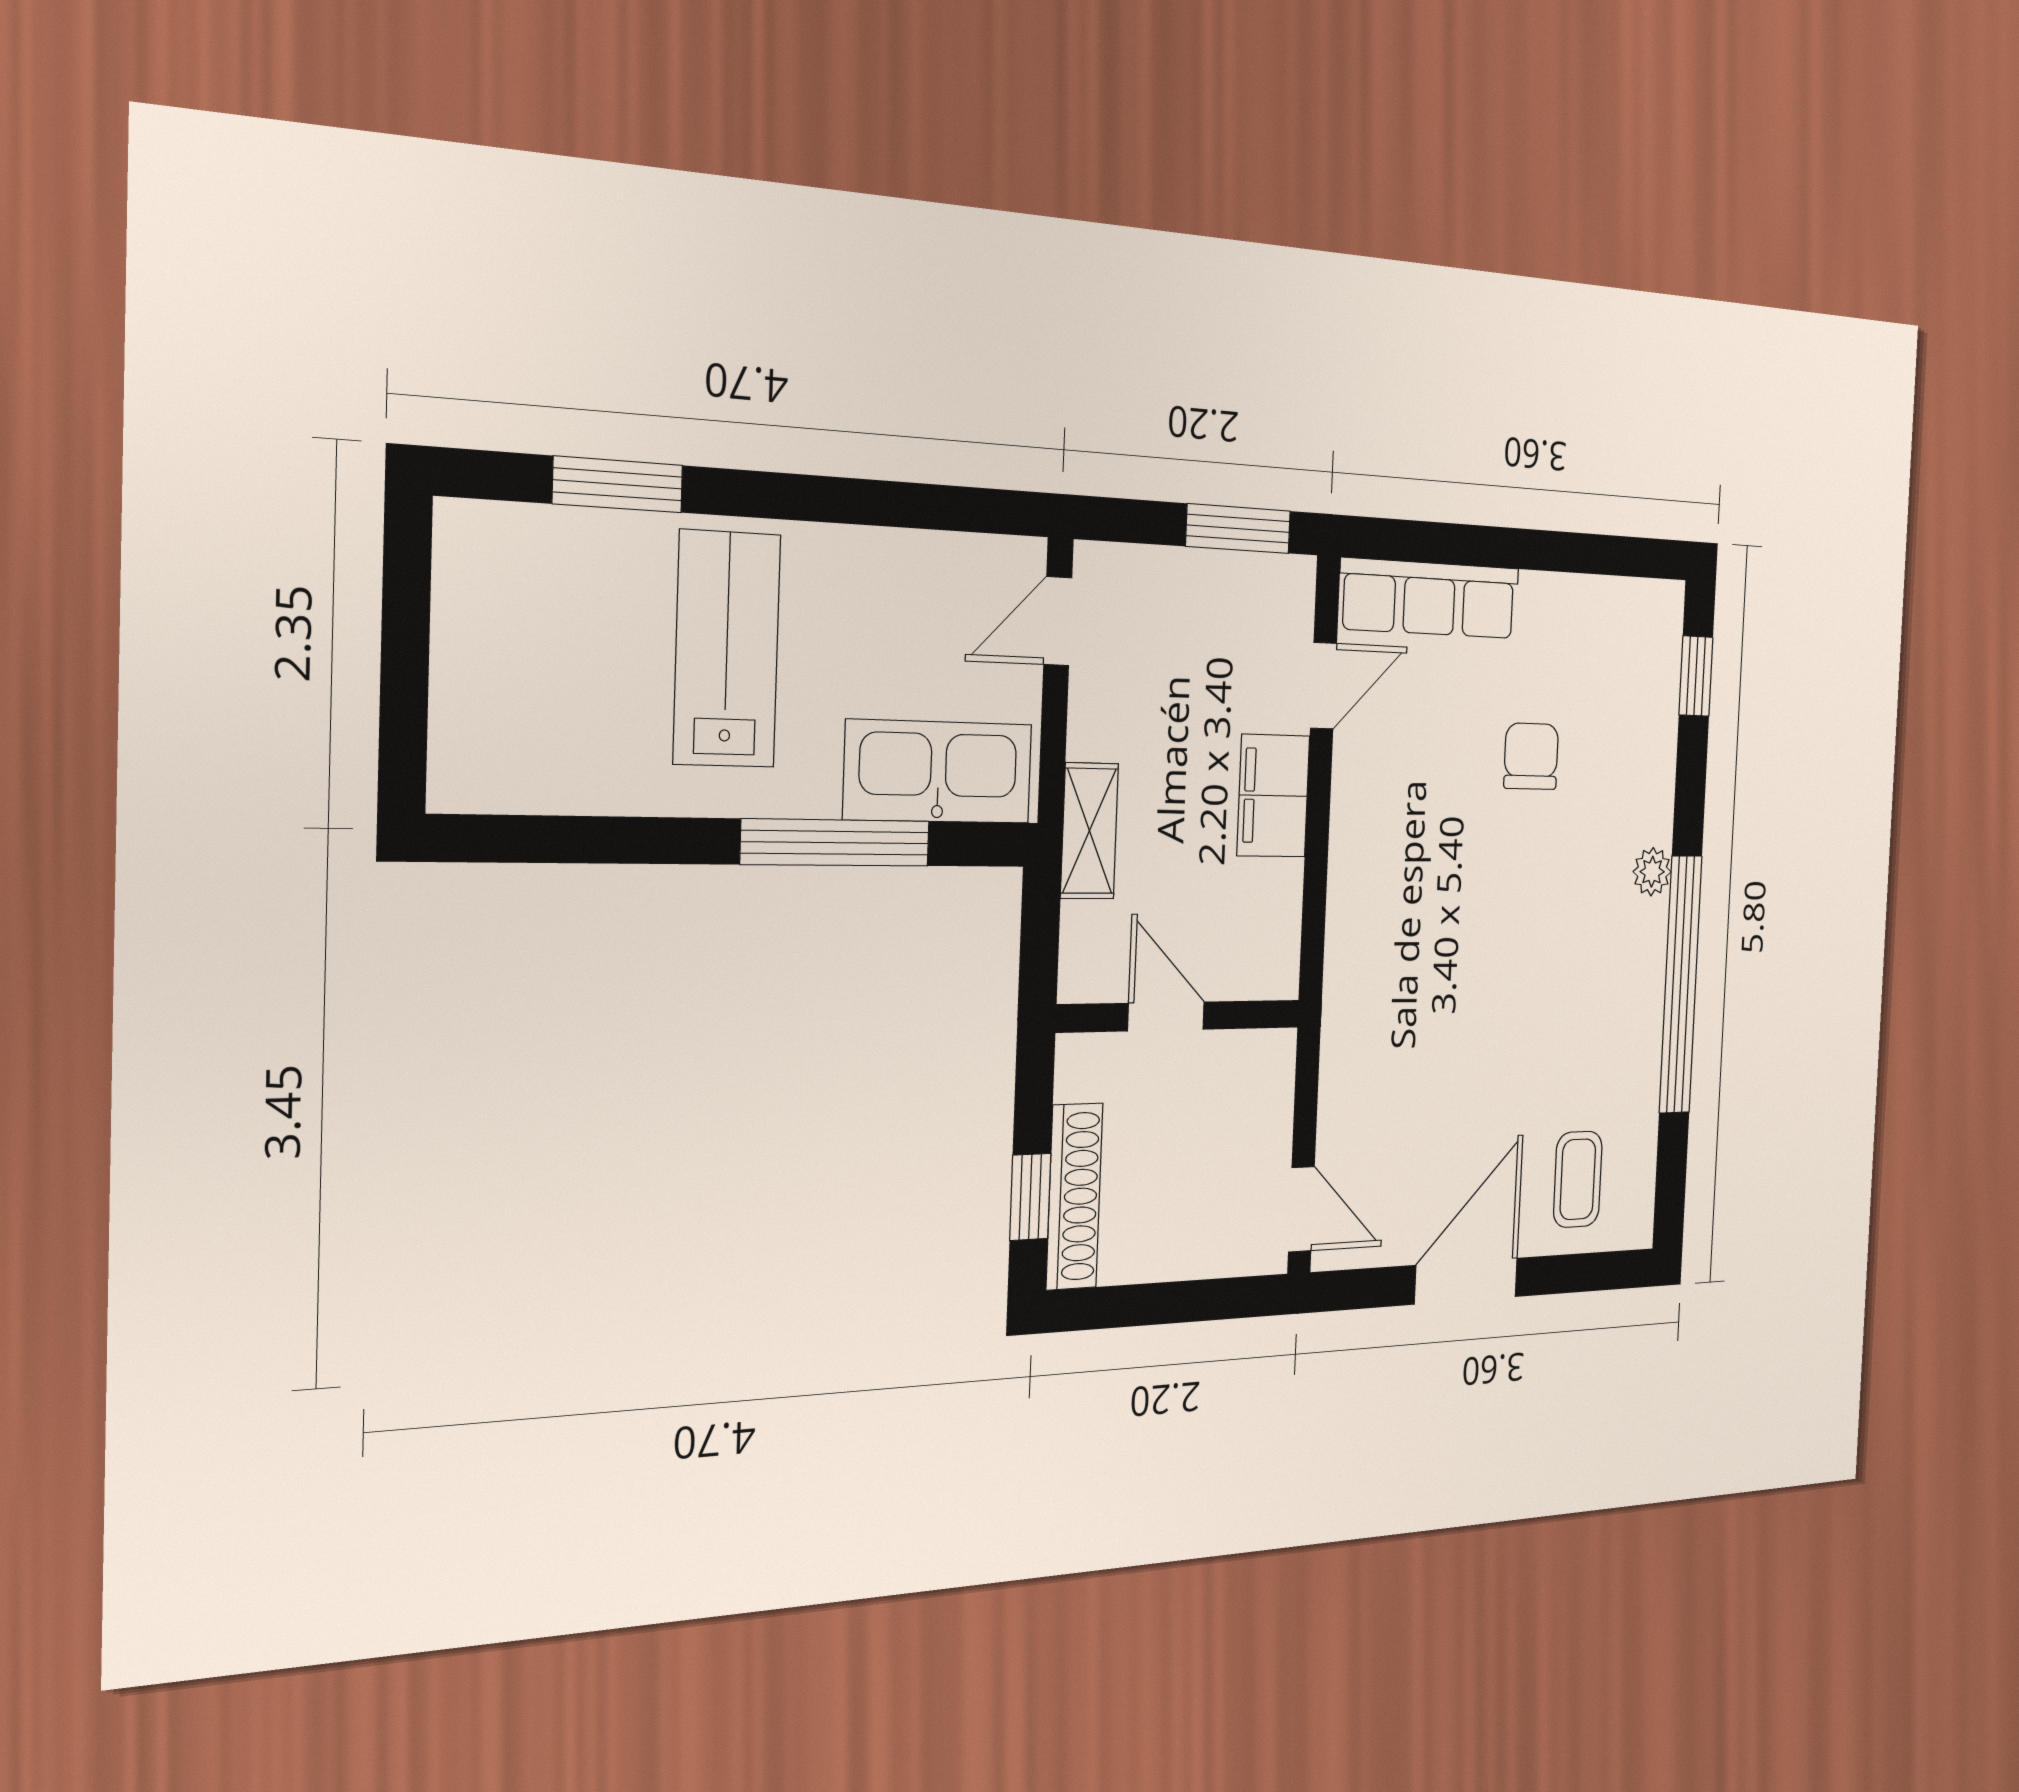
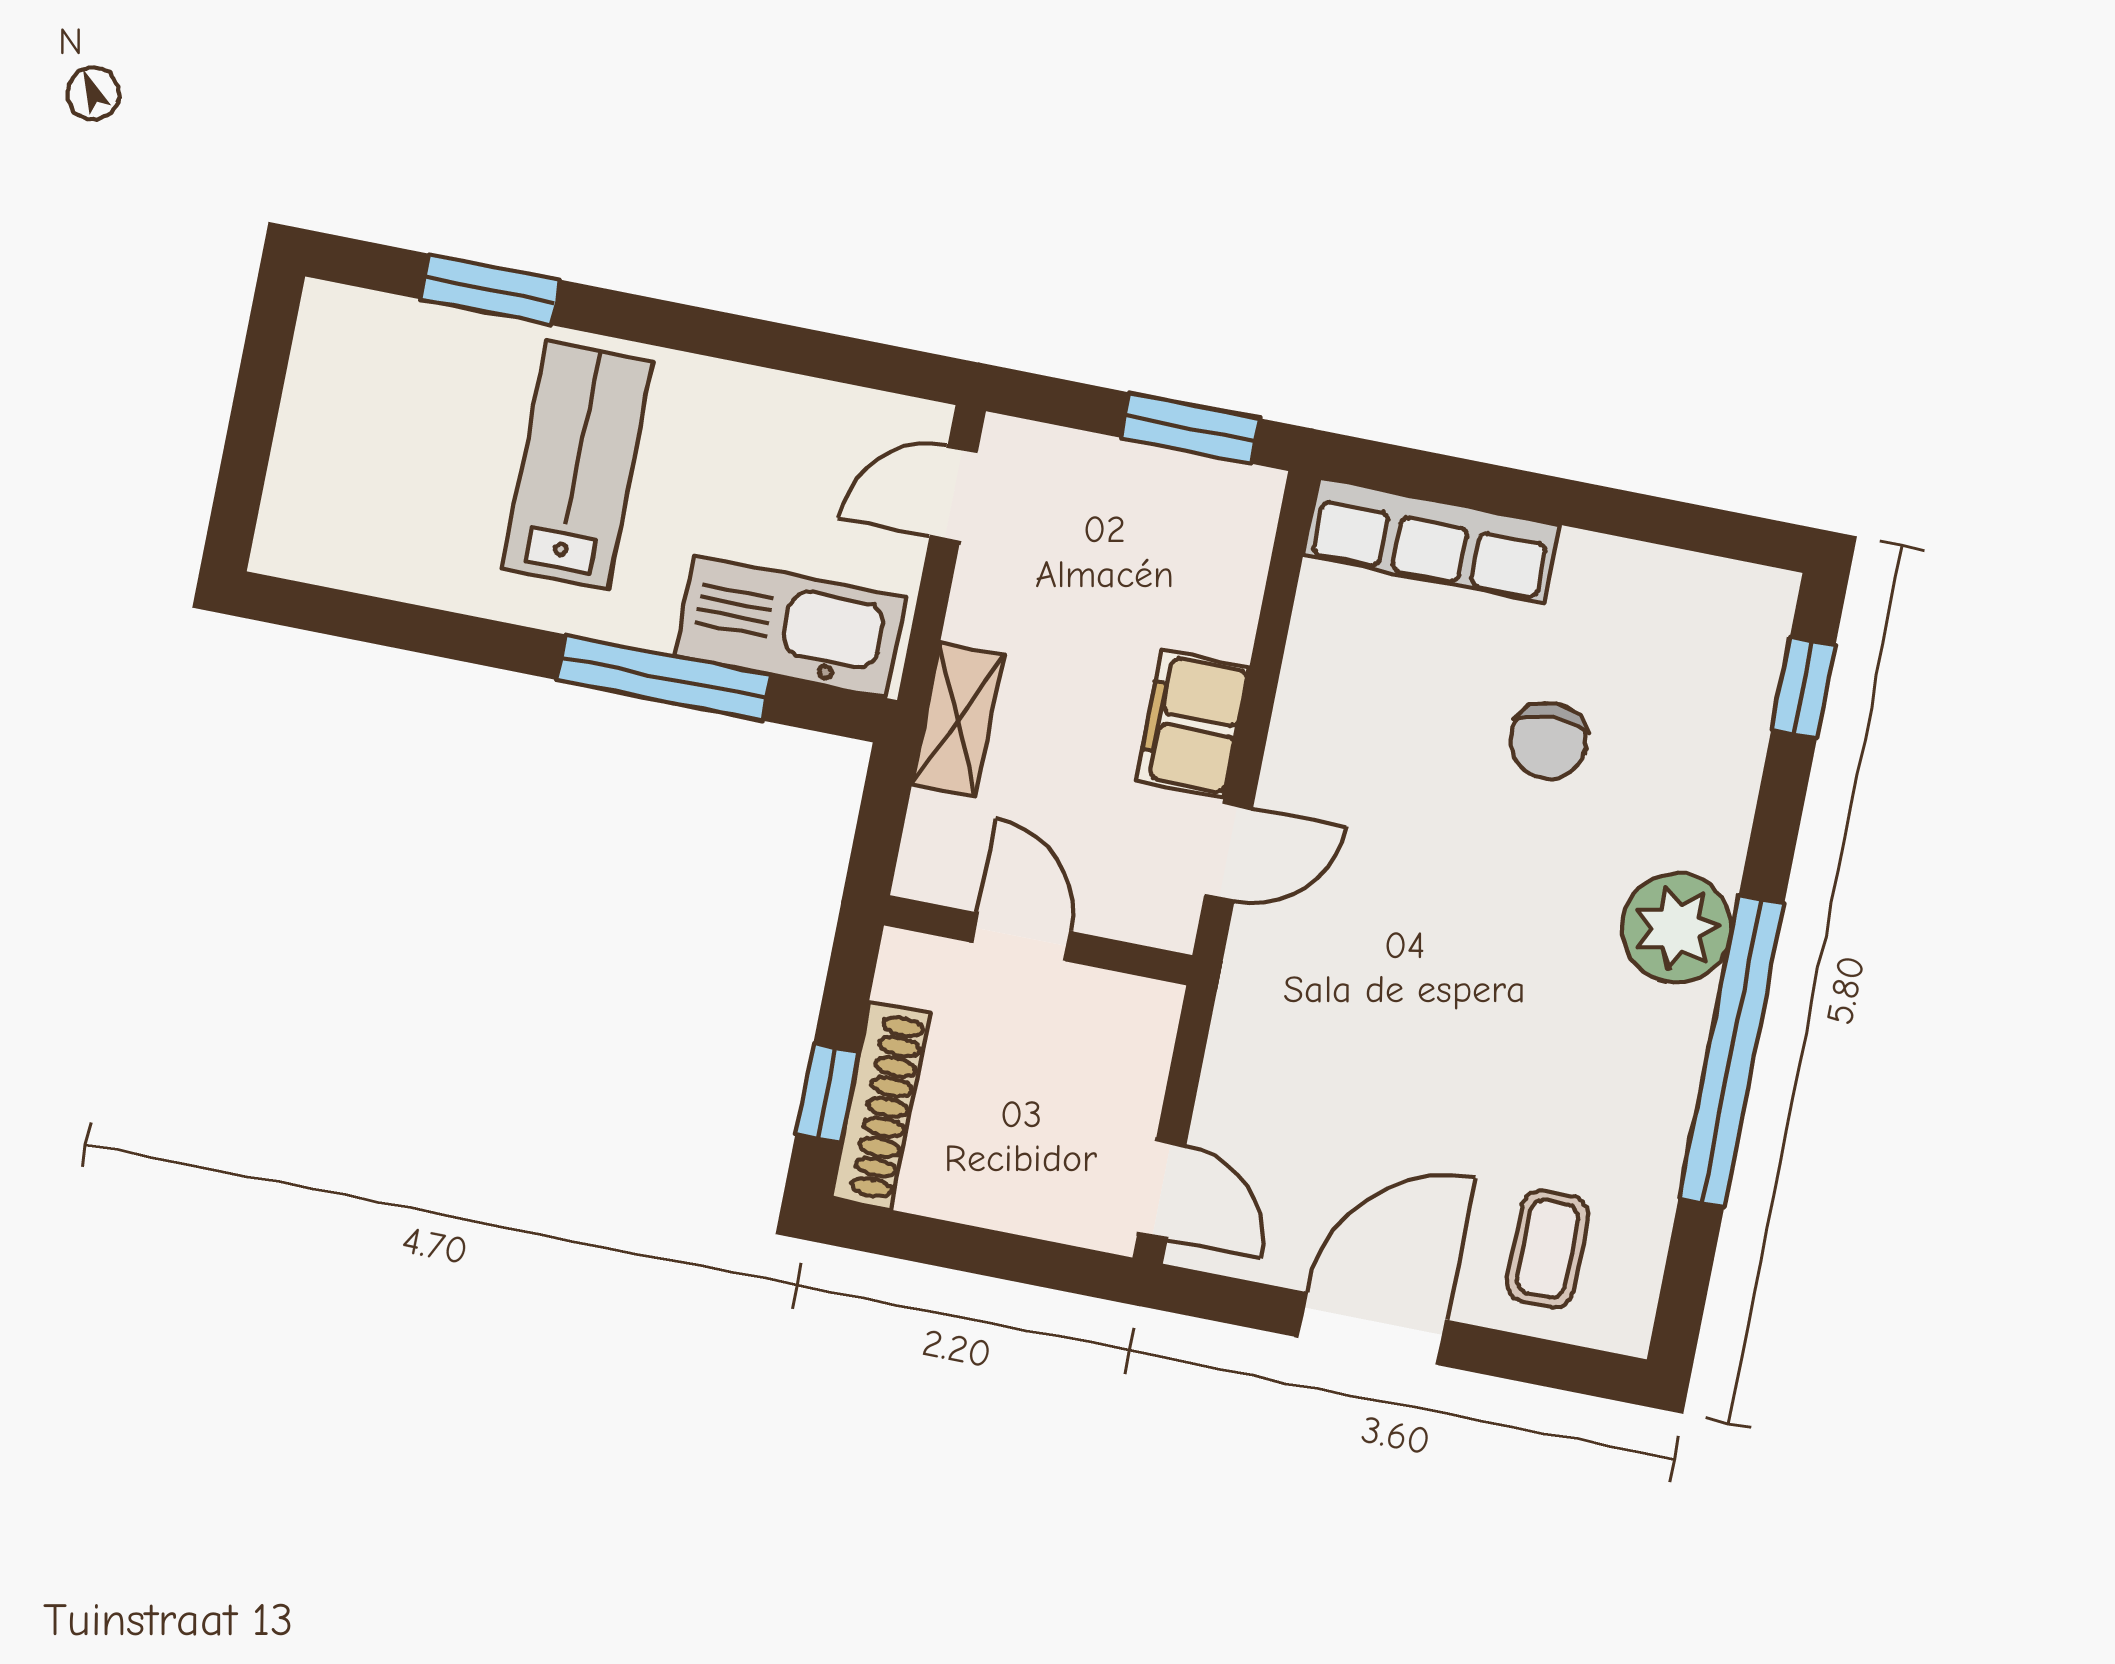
door: (1323, 686) -> (1229, 852), moved
chair: (1531, 756) -> (1548, 741), turned 180
plant: (1652, 872) -> (1677, 928), width x1.88, depth x1.88

